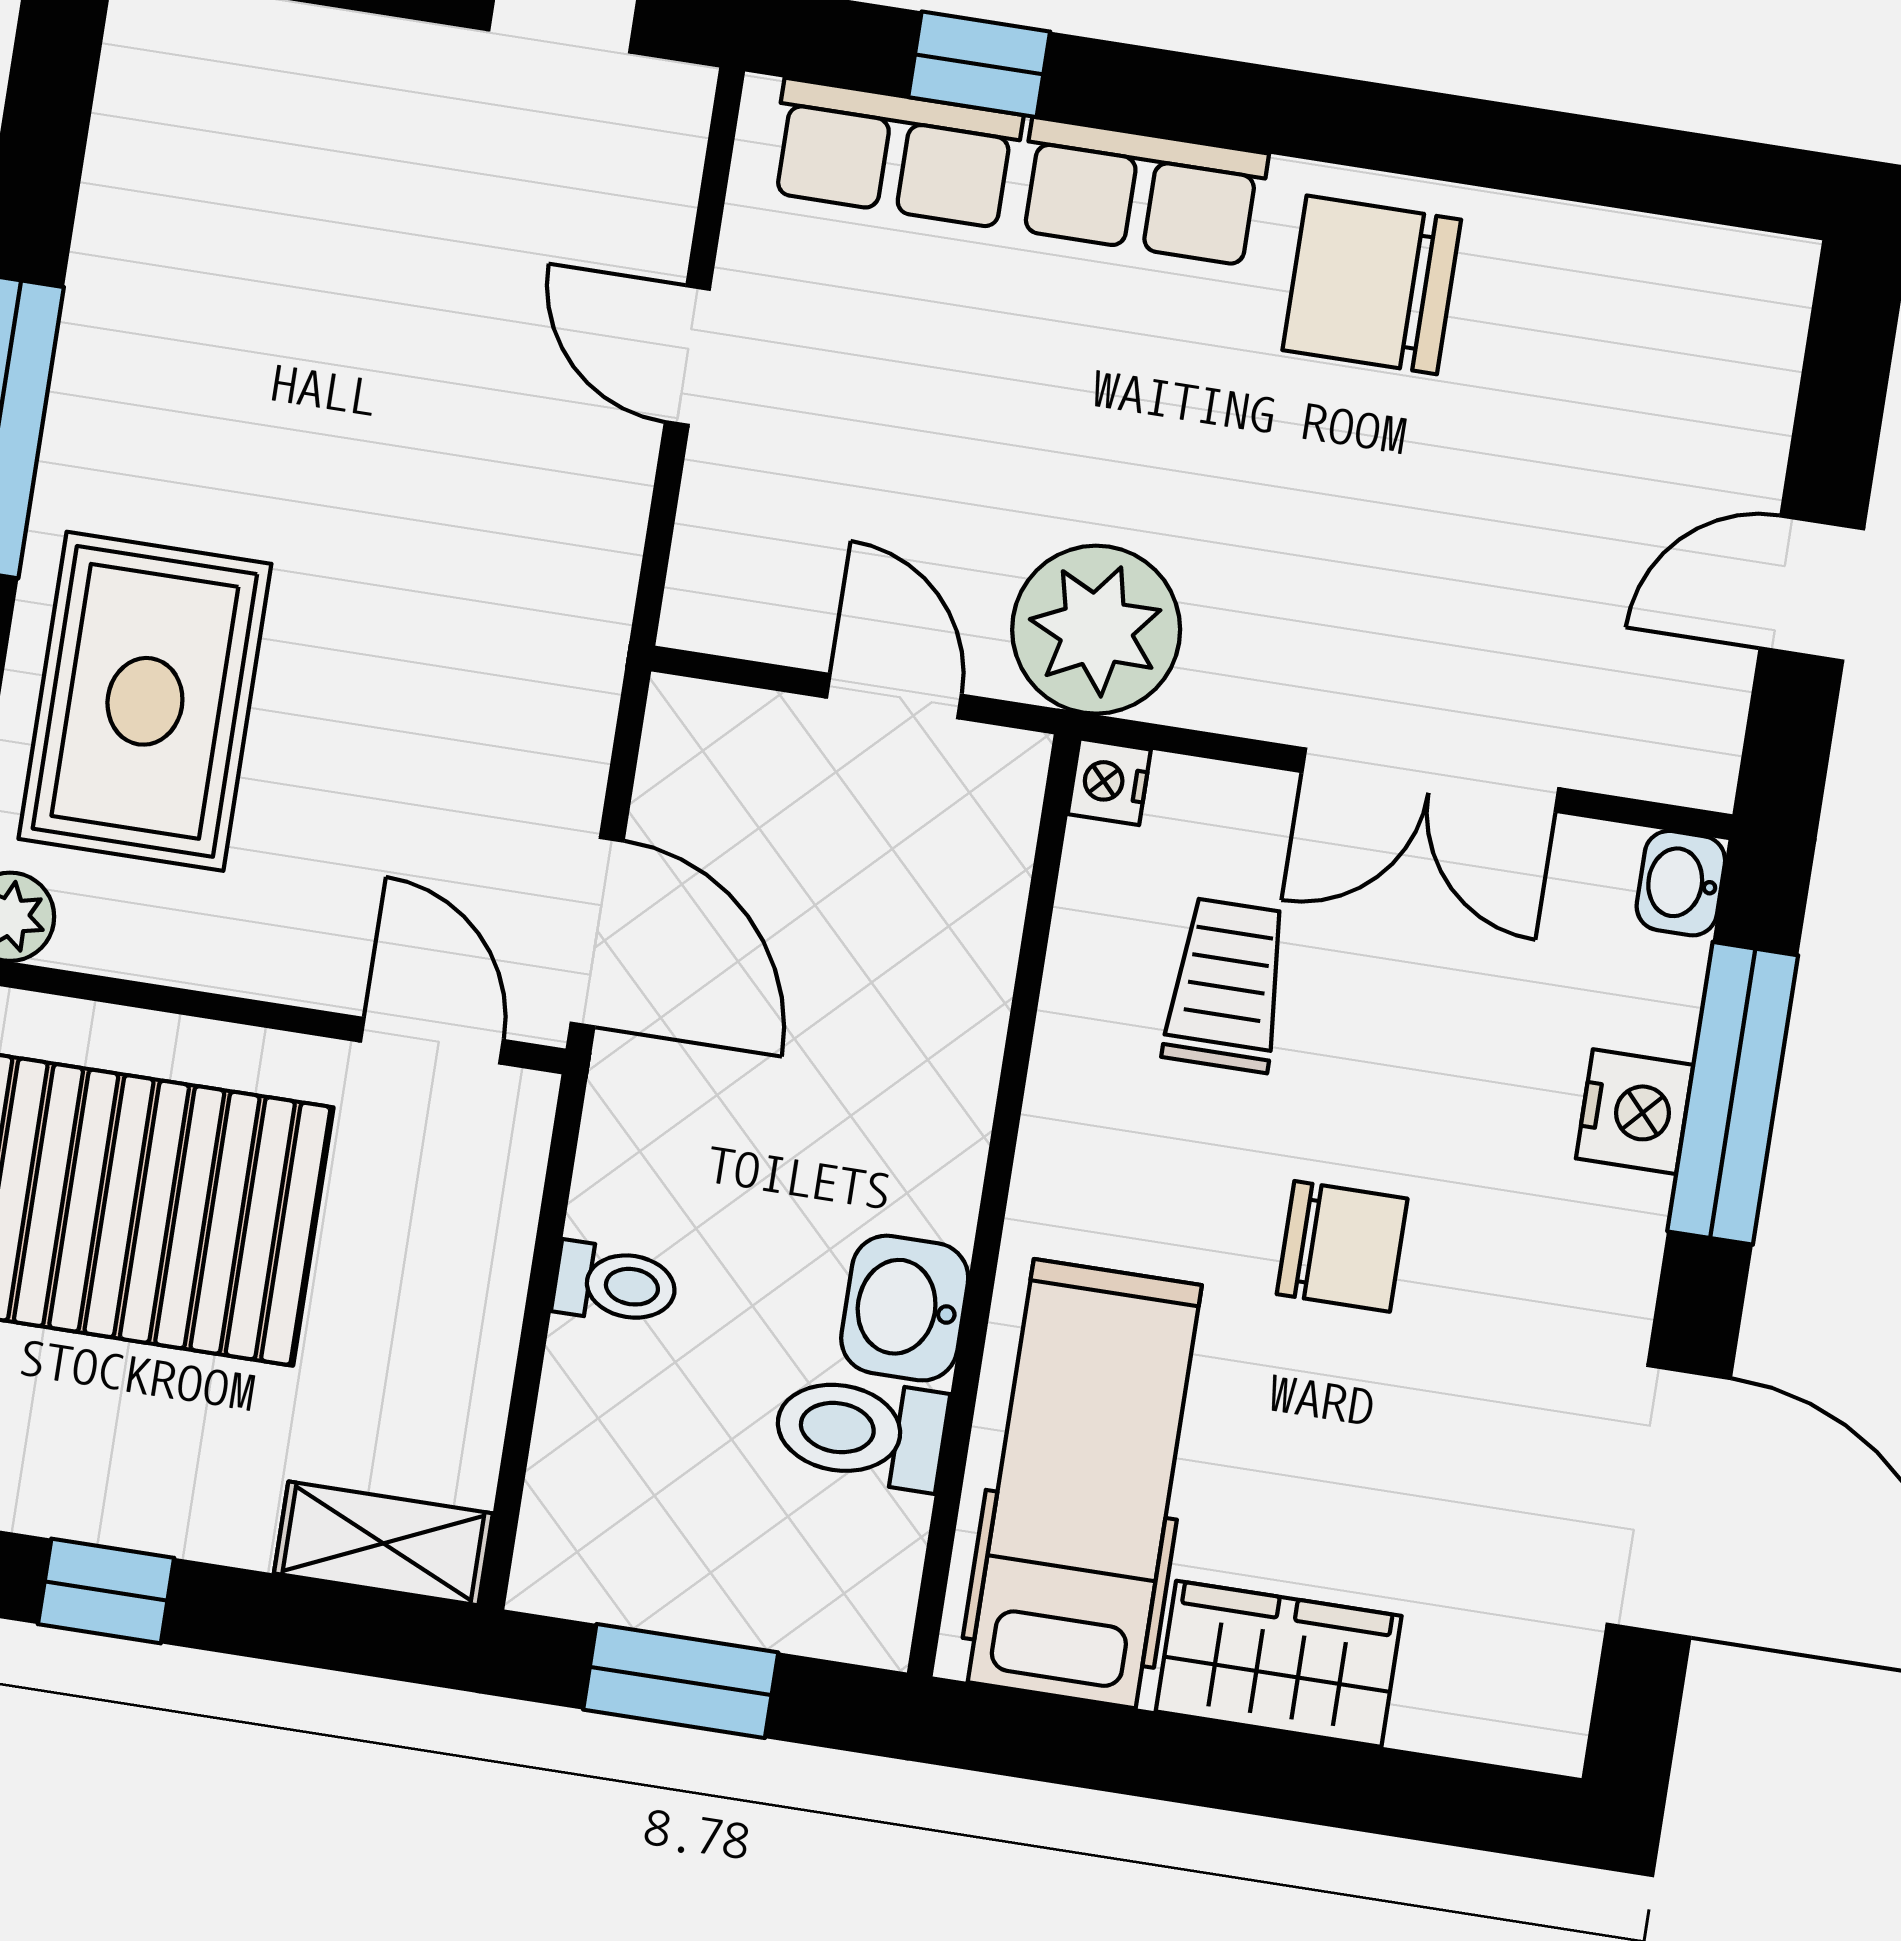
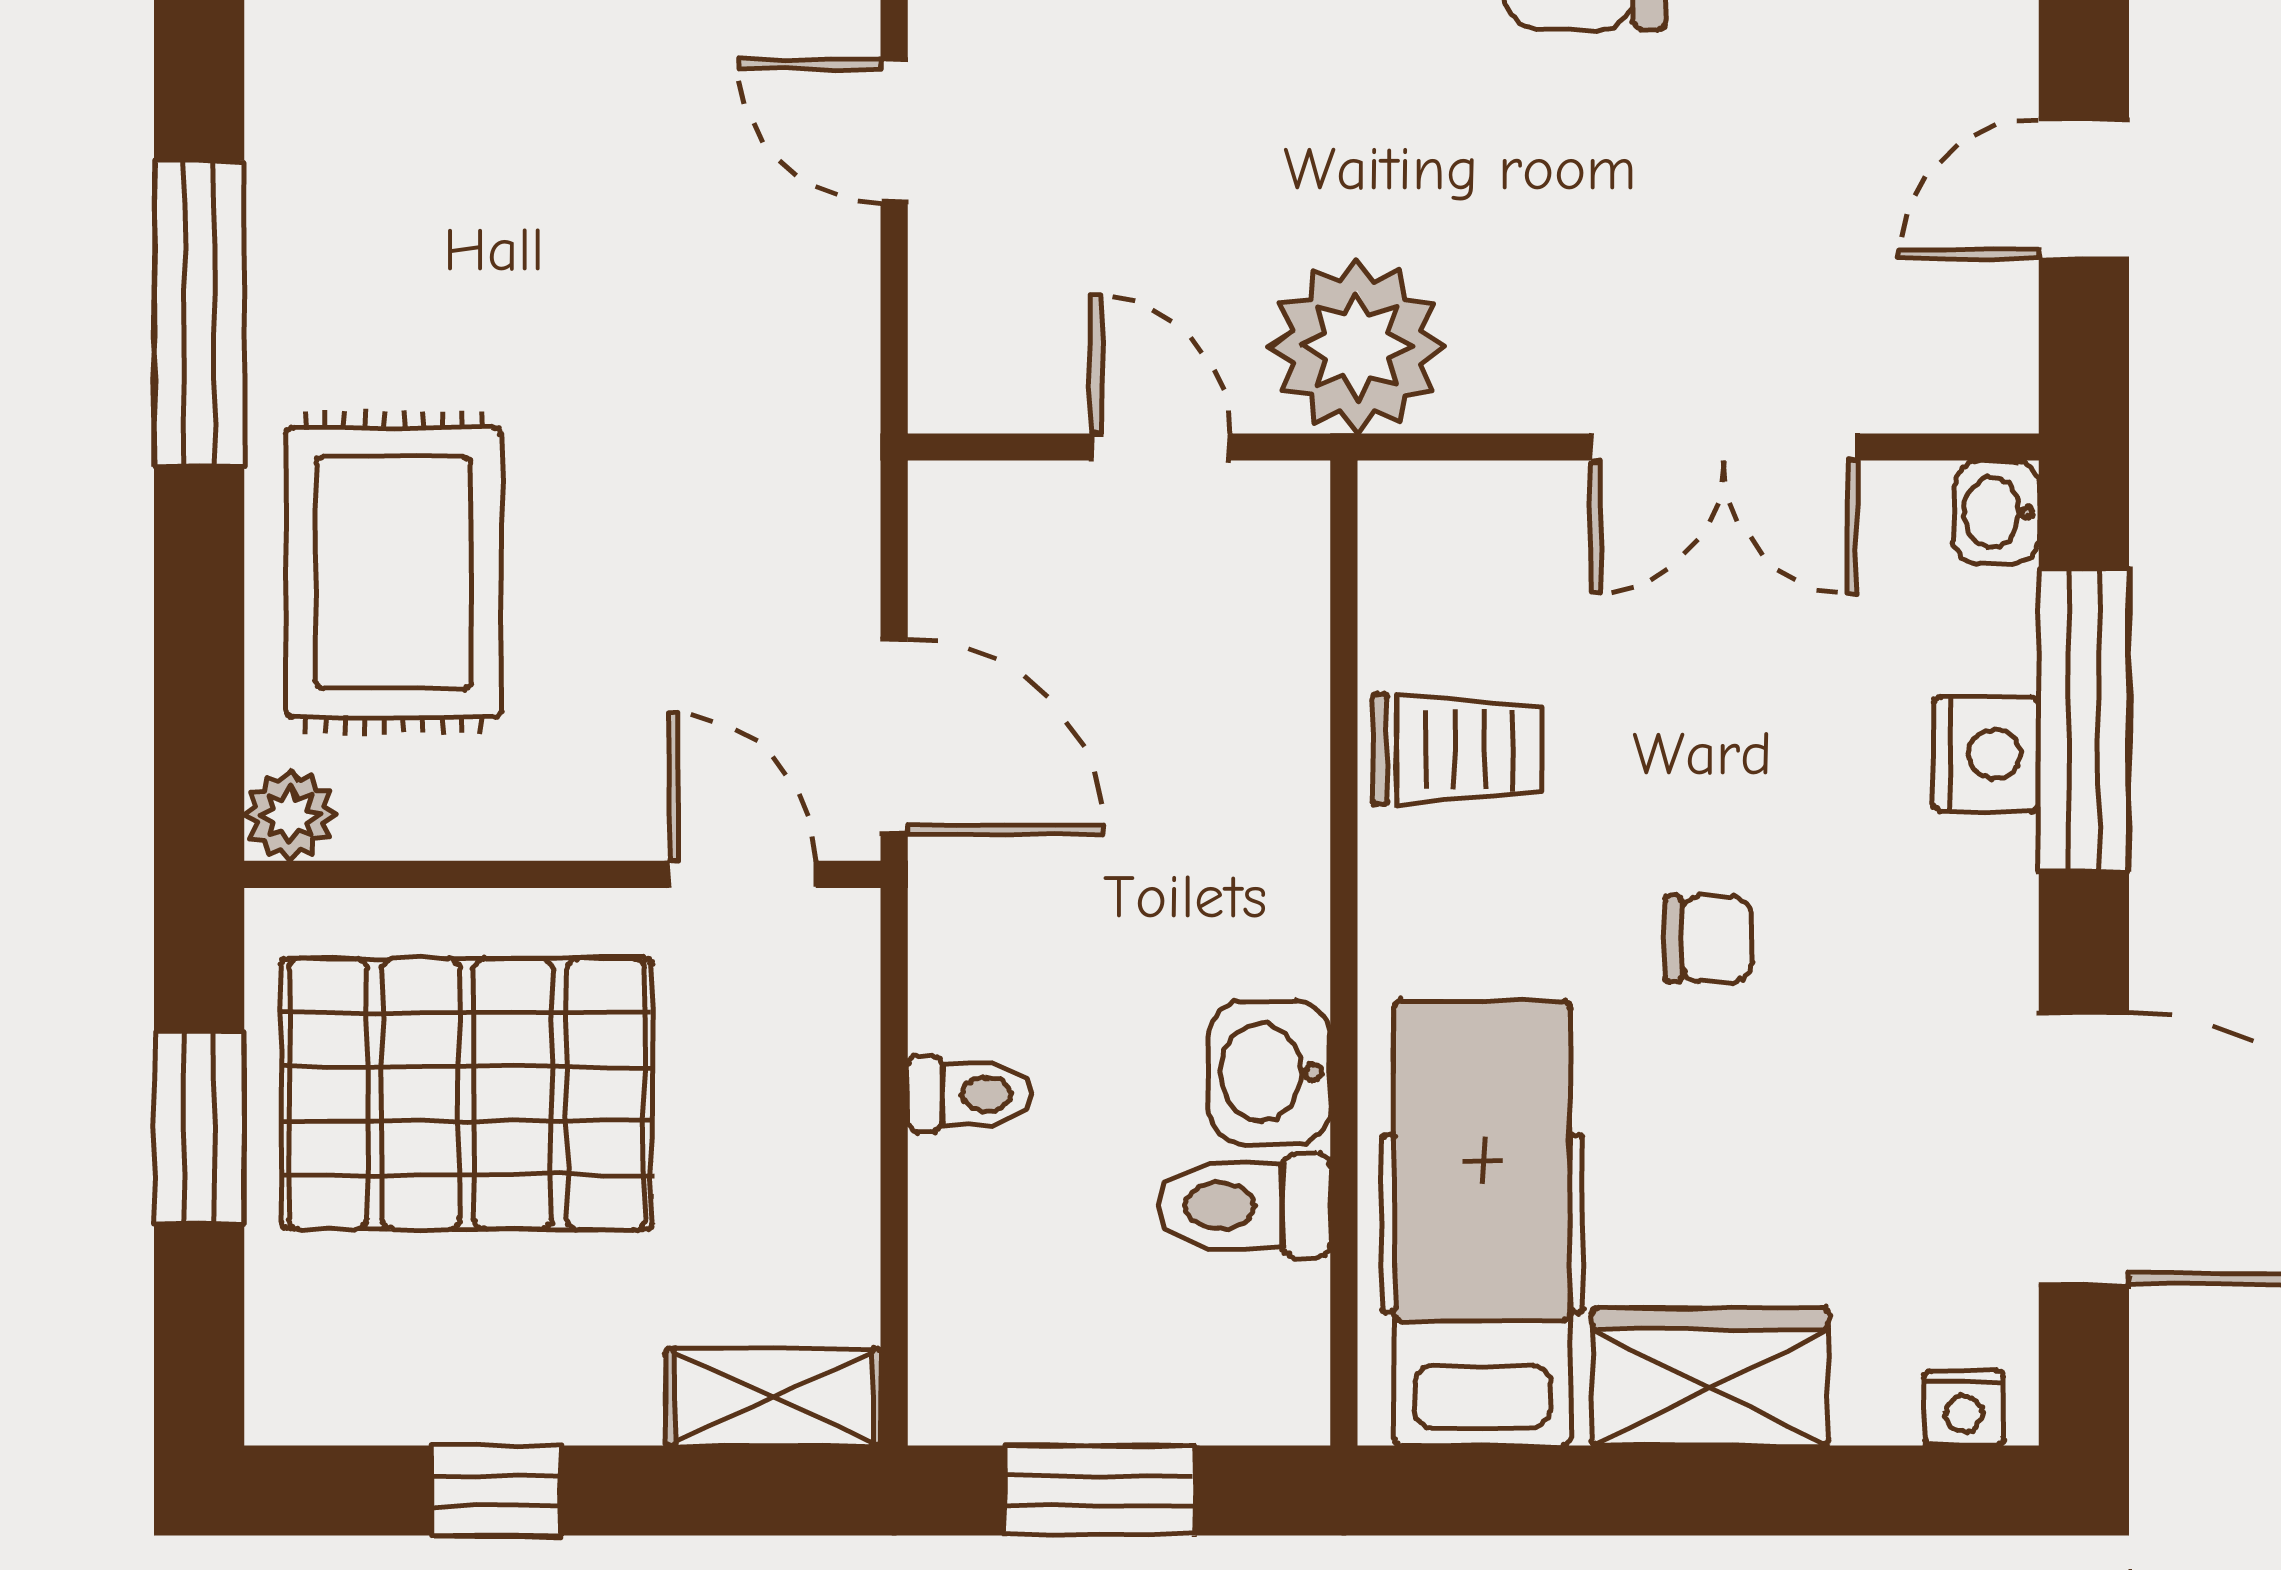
nightstand: (1109, 782) -> (1964, 1408), moved, turned -90
trolley: (1227, 985) -> (1457, 749), moved, turned 90
chair: (1342, 1246) -> (1708, 939), width x0.73, depth x0.73

